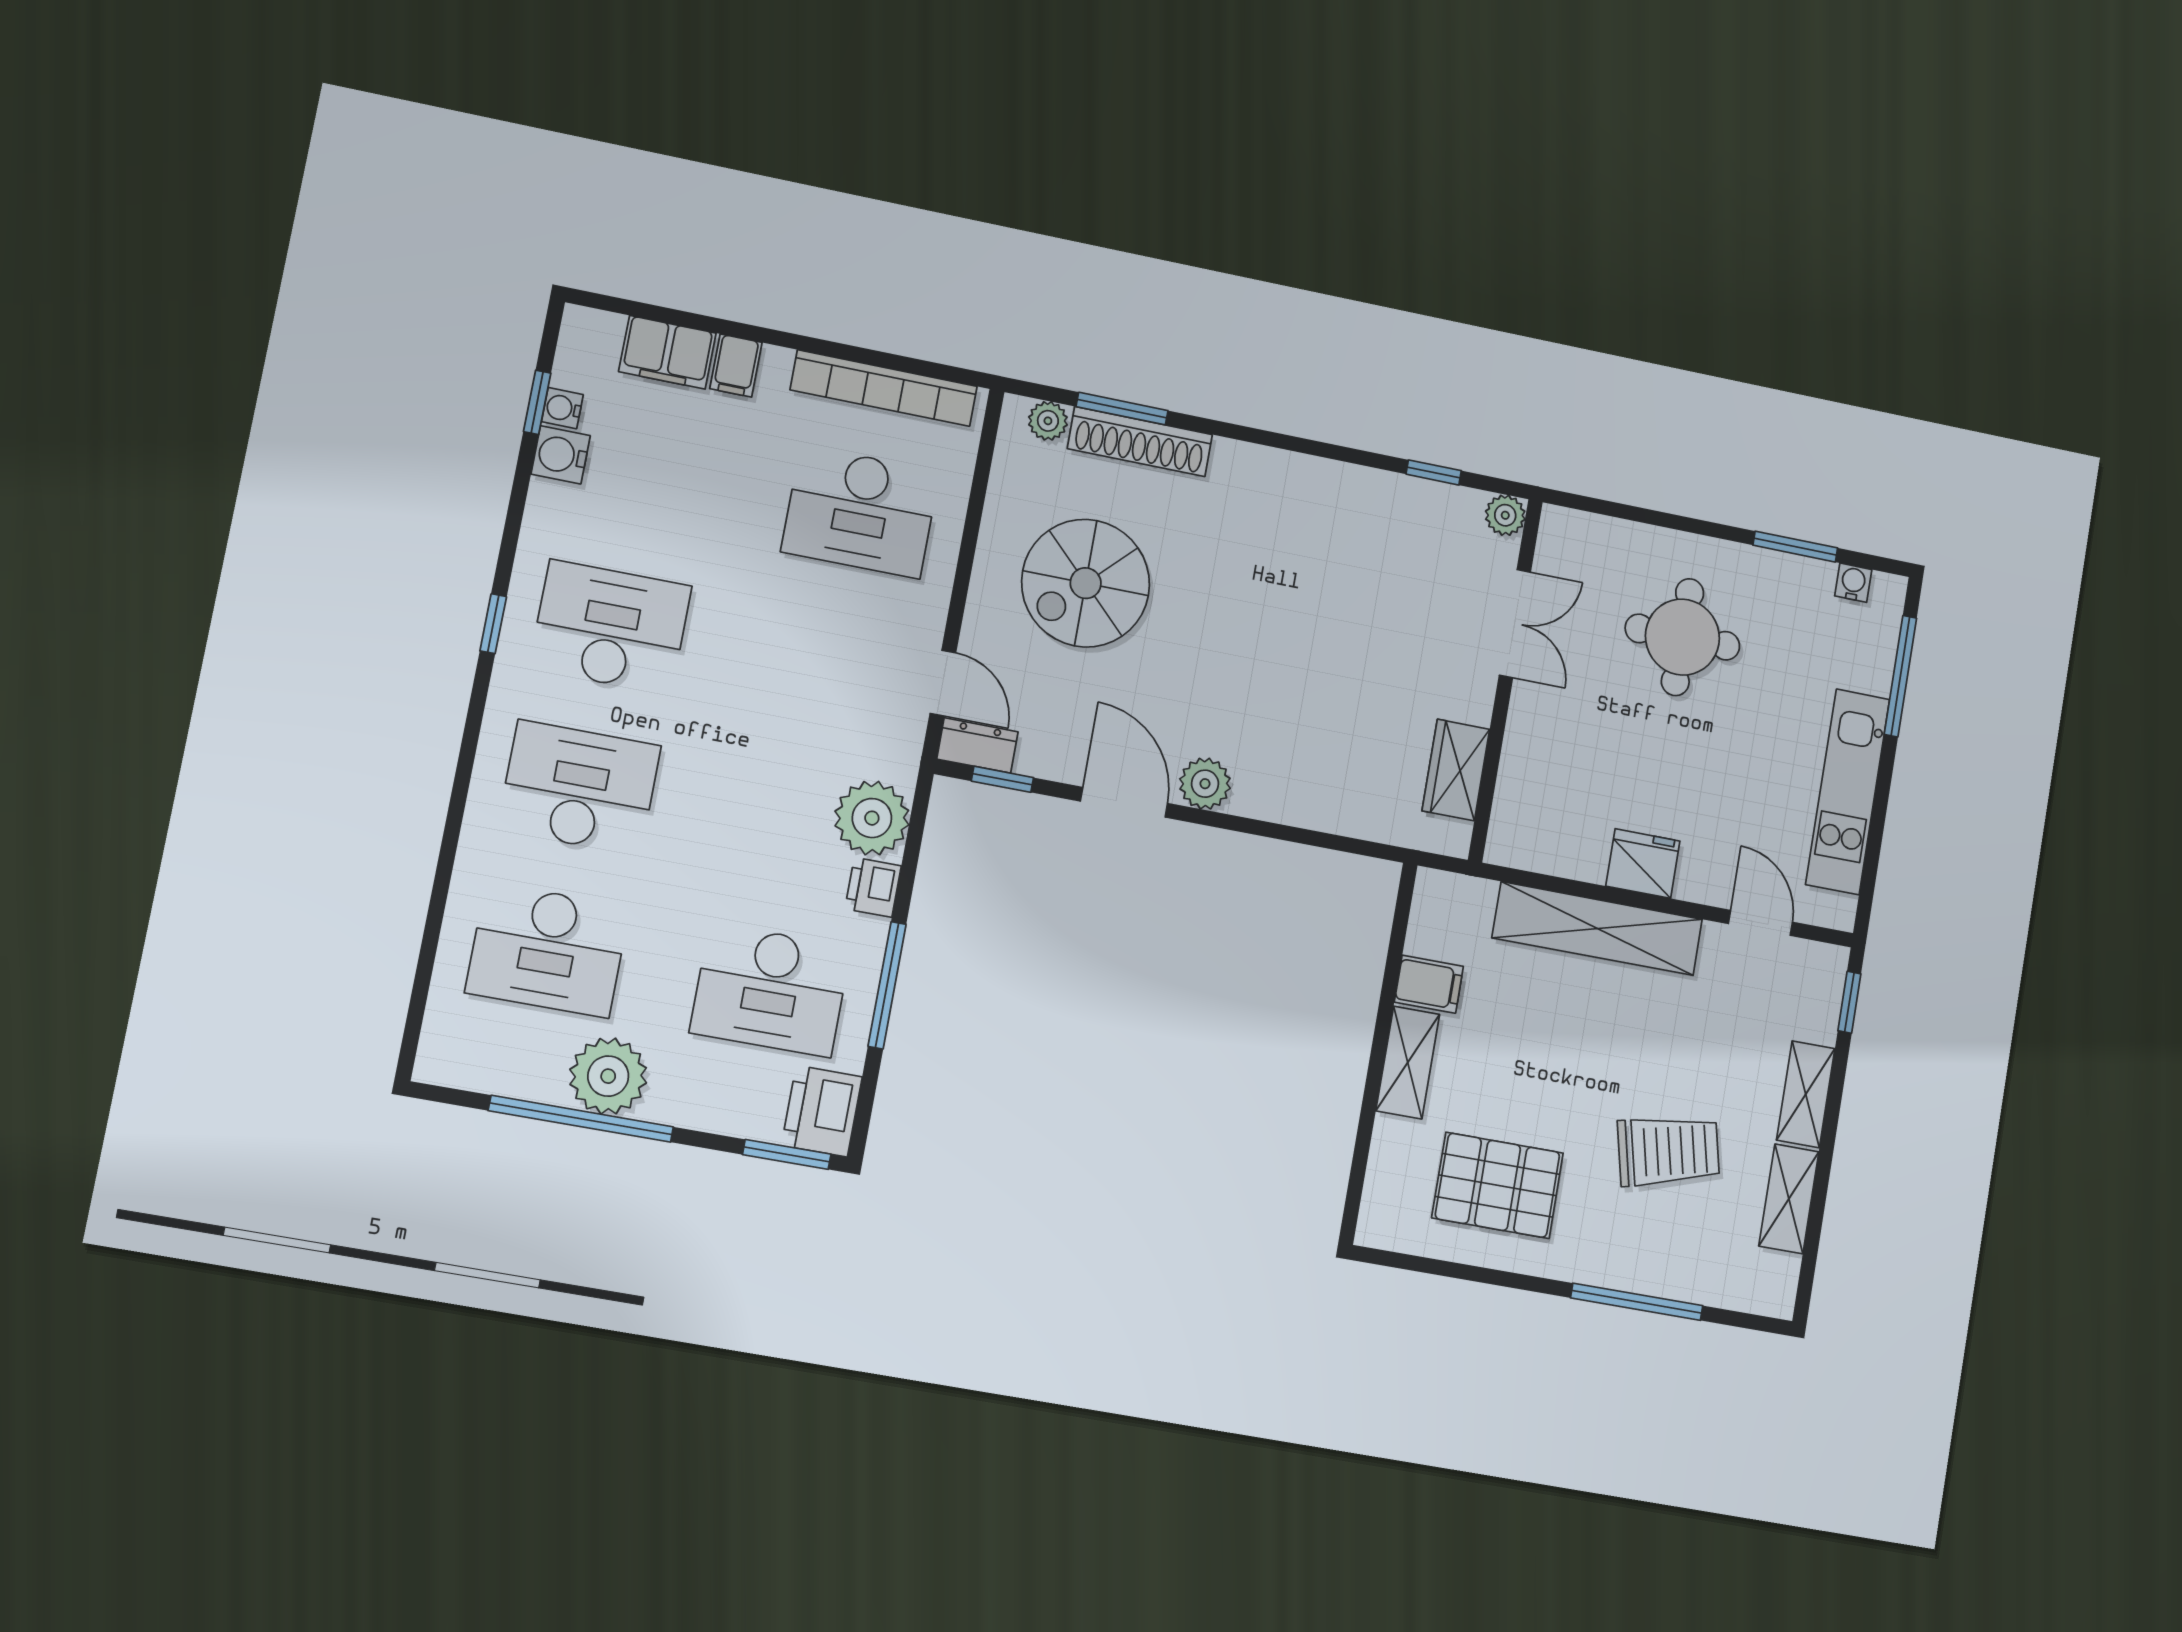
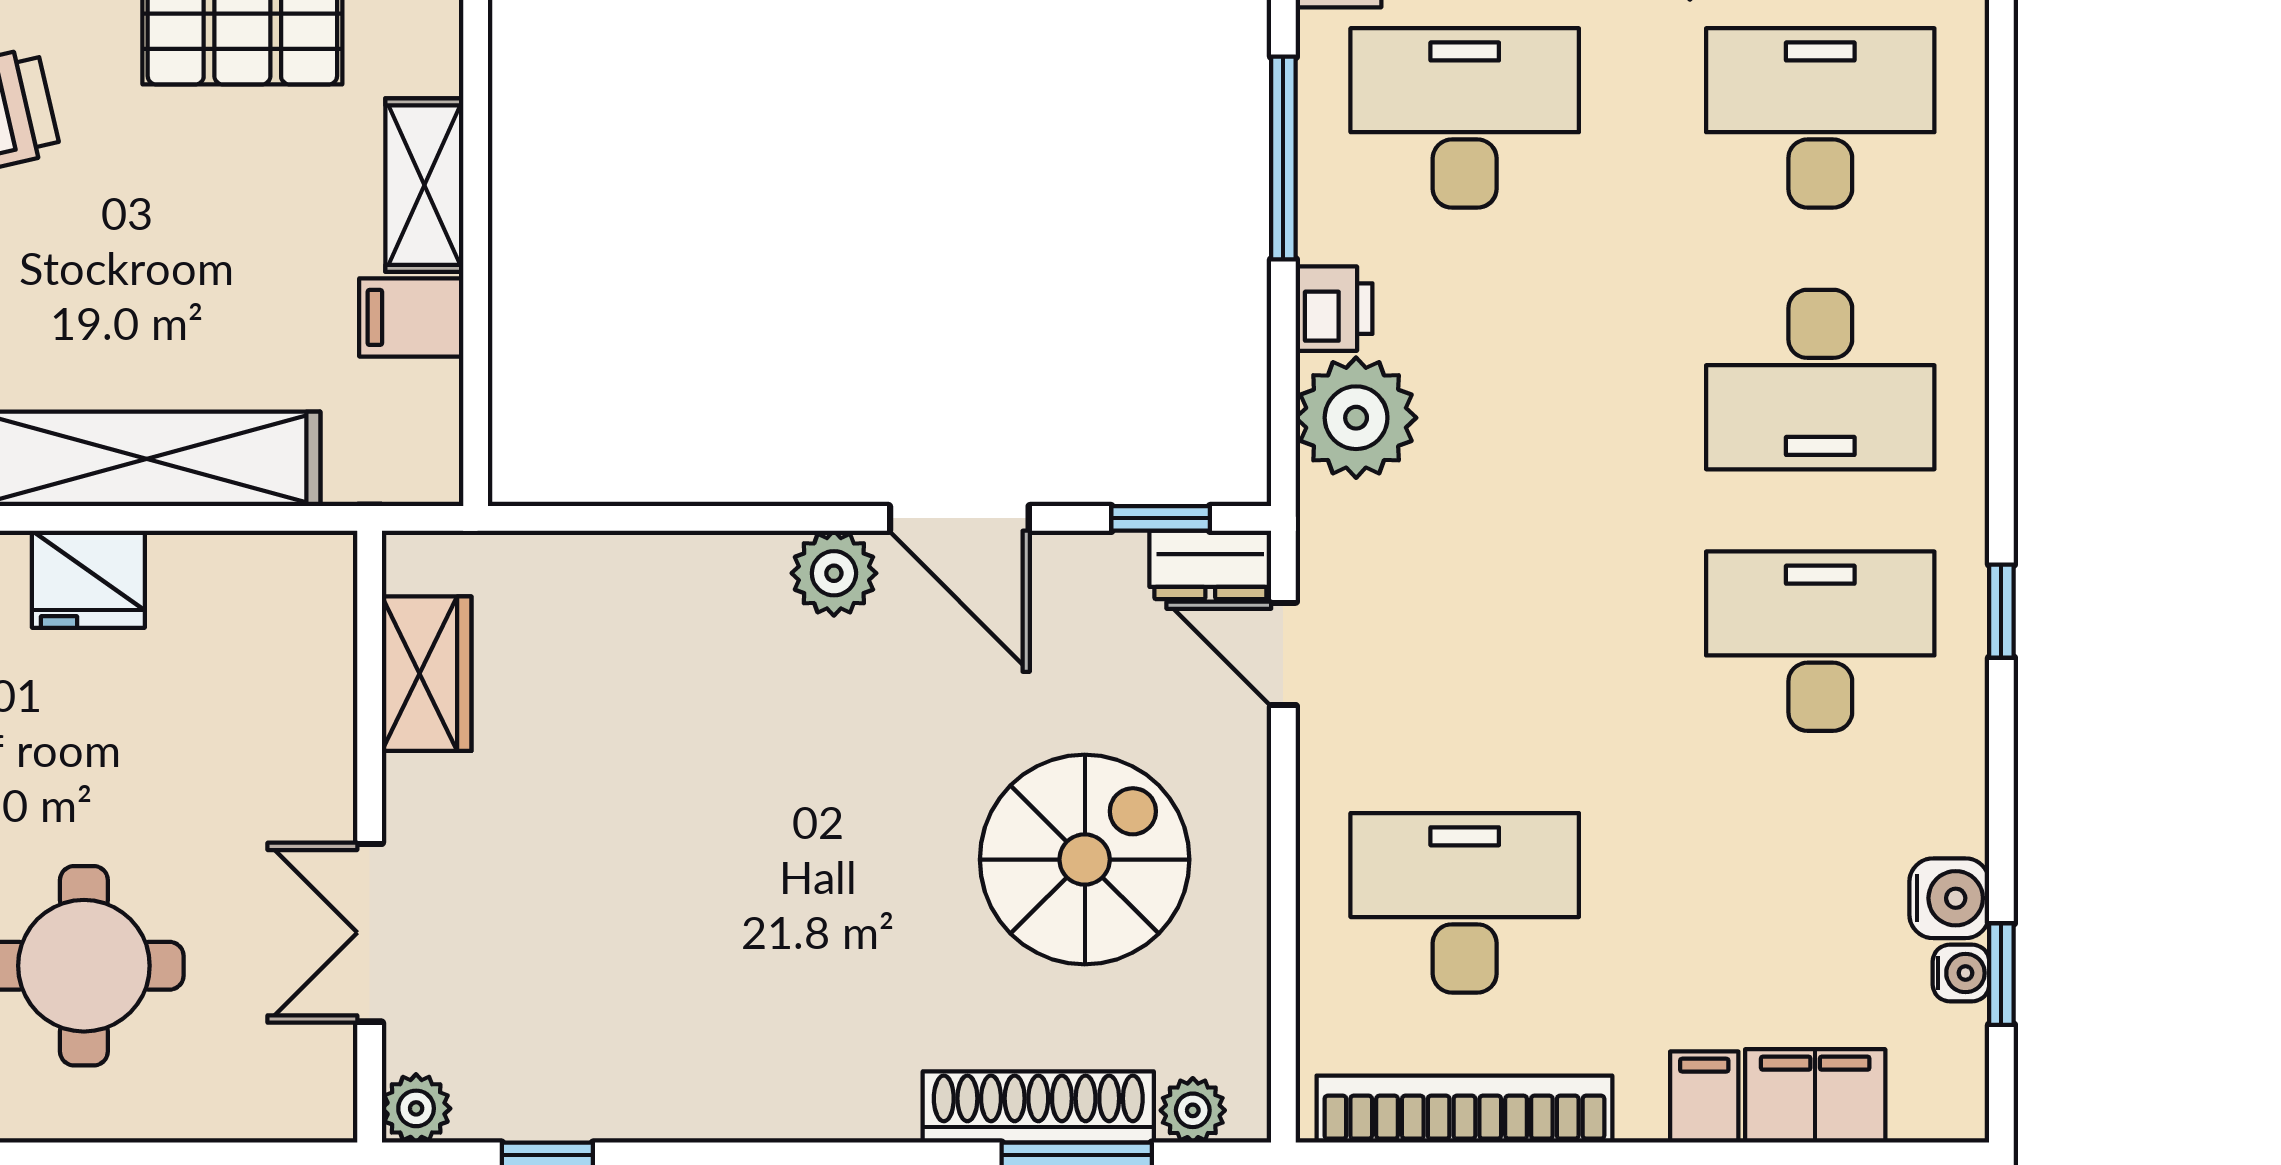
desk: (611, 627) -> (1820, 641), turned 180

